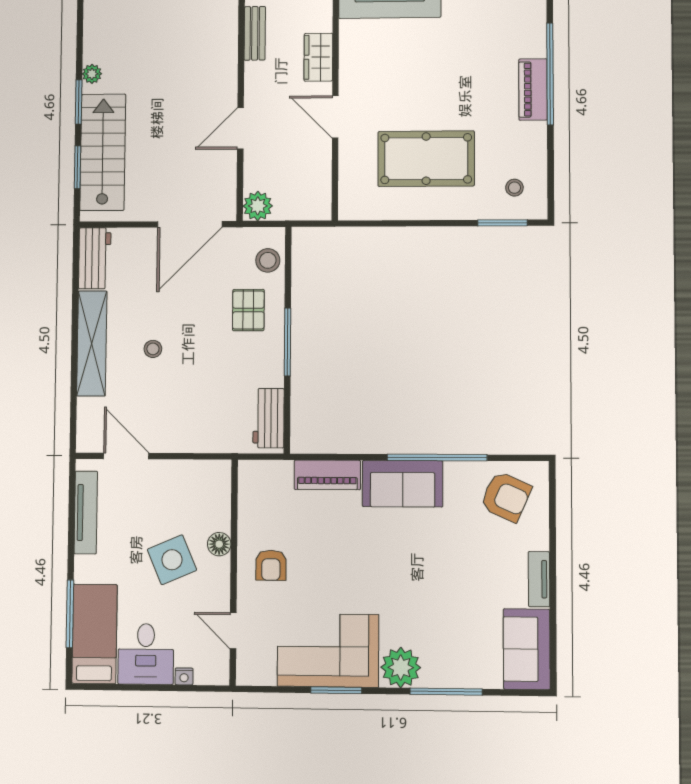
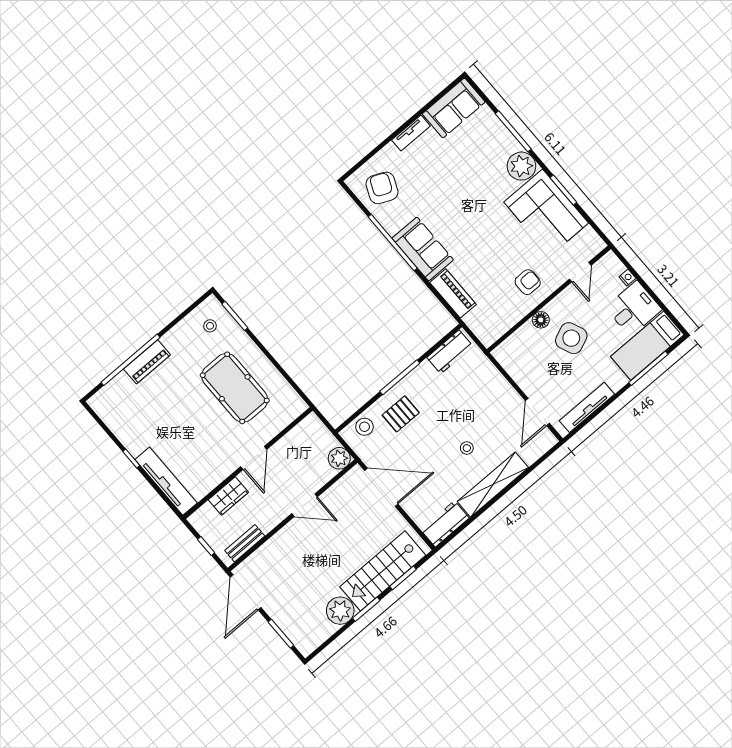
plant: (92, 74) -> (340, 611), width x1.88, depth x1.88

